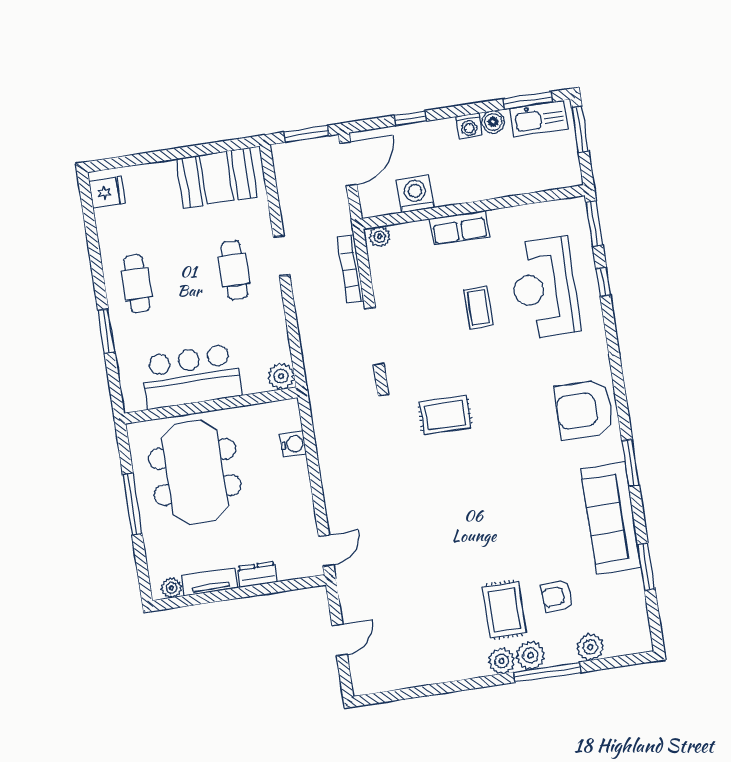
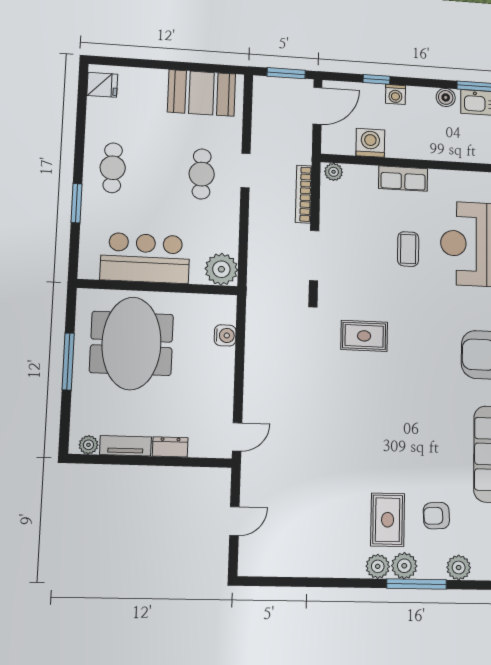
washing machine: (469, 126) -> (395, 94), moved
plant: (281, 376) -> (221, 269), width x1.36, depth x1.36

